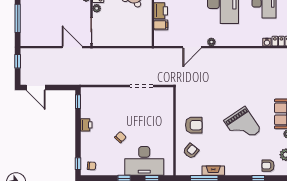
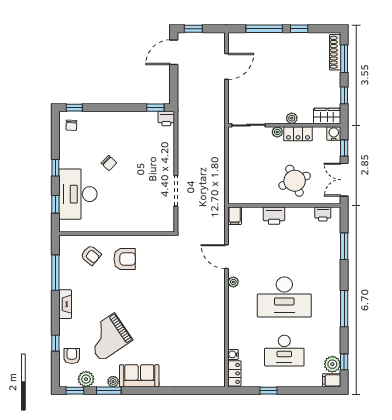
filing cabinet: (161, 25) -> (235, 216), moved
door: (72, 47) -> (227, 66), moved
window: (18, 61) -> (193, 29), moved
printer: (86, 125) -> (166, 118), moved
armchair: (194, 125) -> (125, 259), turned -90
grand piano: (242, 125) -> (108, 337), moved
fireplace: (213, 171) -> (65, 304), moved

